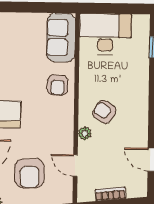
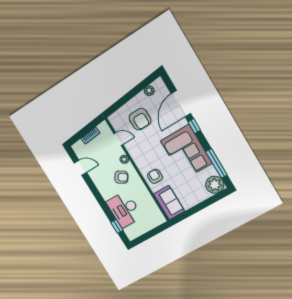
desk: (105, 34) -> (124, 209), moved, turned 90
armchair: (29, 173) -> (140, 119), turned 180

